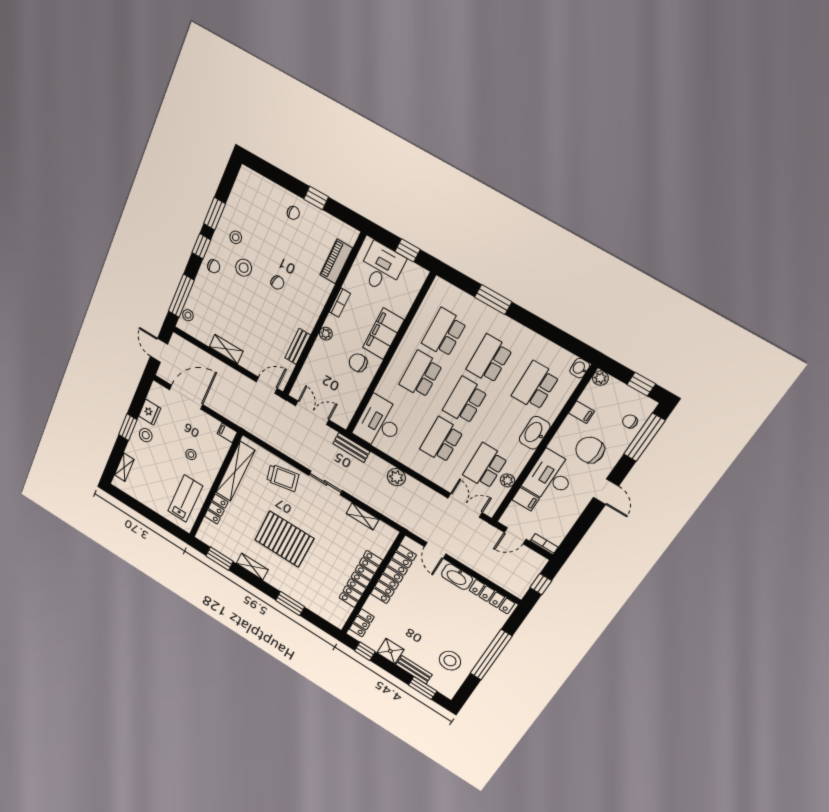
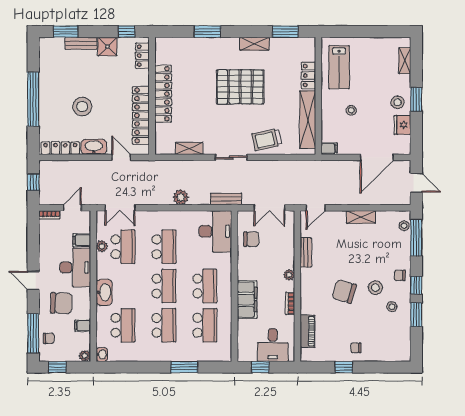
chair: (277, 283) -> (344, 291), width x1.87, depth x1.87
chair: (358, 363) -> (251, 239), moved
stool: (450, 661) -> (82, 107), moved

